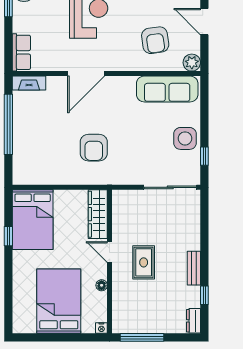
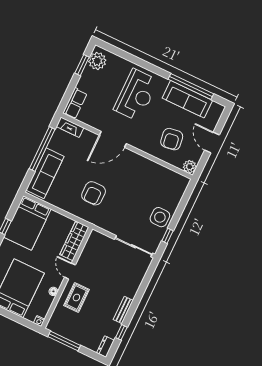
sofa: (167, 89) -> (45, 173), moved, turned -90
rug: (144, 262) -> (76, 297), moved

